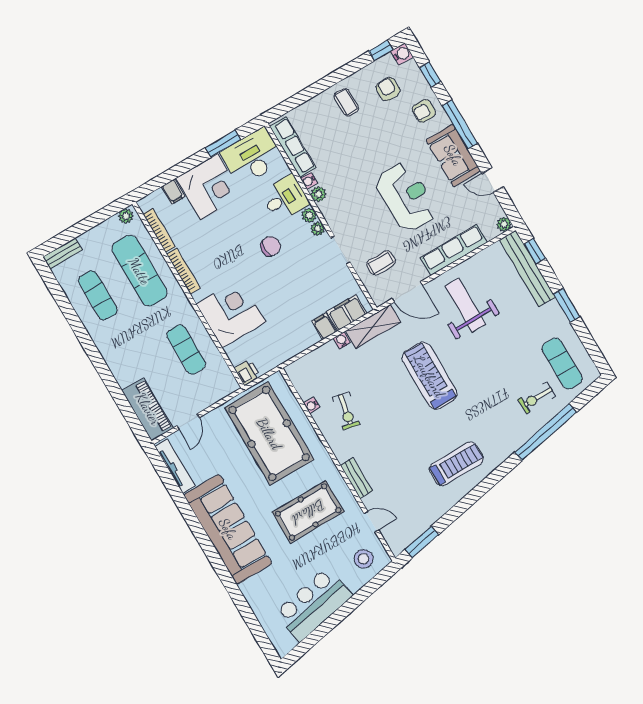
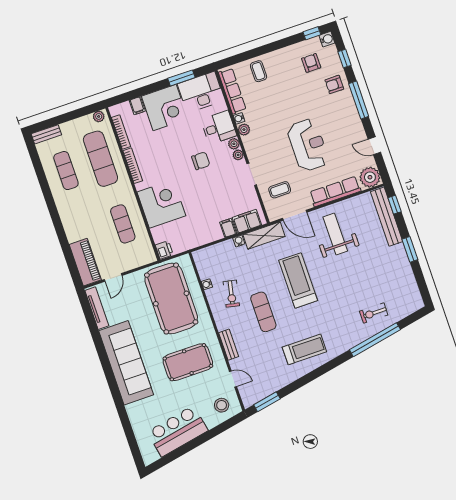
coffee table: (346, 102) -> (259, 71), moved
sofa: (453, 155) -> (349, 122), removed
plant: (504, 224) -> (370, 177), width x1.88, depth x1.88
exercise mat: (562, 364) -> (263, 312), moved

